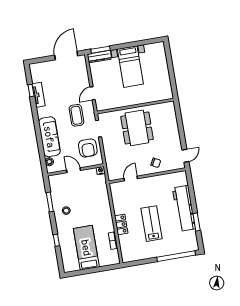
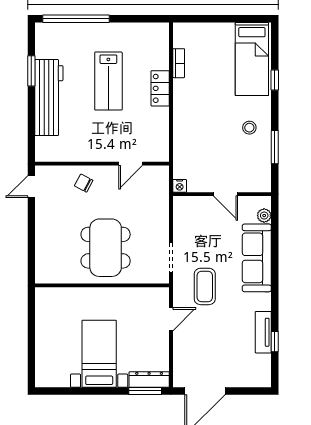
armchair: (88, 148) -> (195, 228), removed
bed: (86, 248) -> (252, 59), moved

